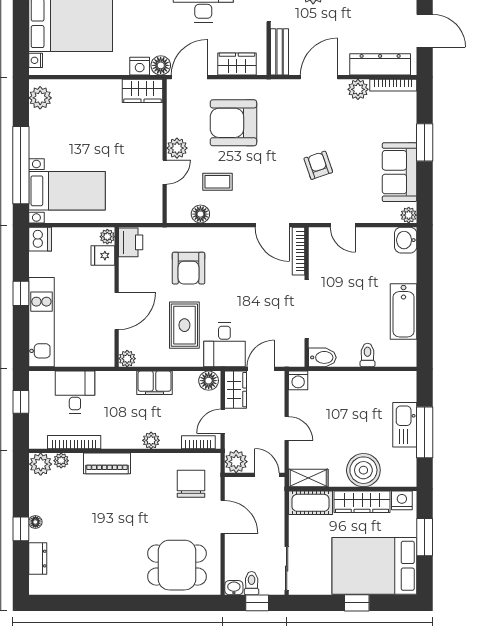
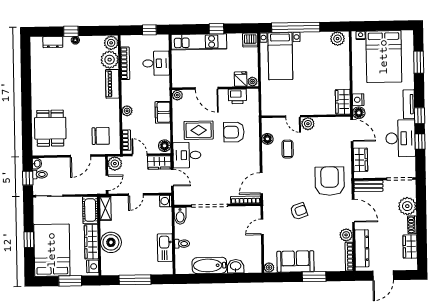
armchair: (233, 123) -> (330, 181), moved
washbasin: (406, 240) -> (236, 266), moved
printer: (131, 242) -> (237, 96), moved
kitchen sink: (405, 425) -> (165, 248), moved, turned -90
plant: (61, 461) -> (110, 60), width x1.88, depth x1.88

